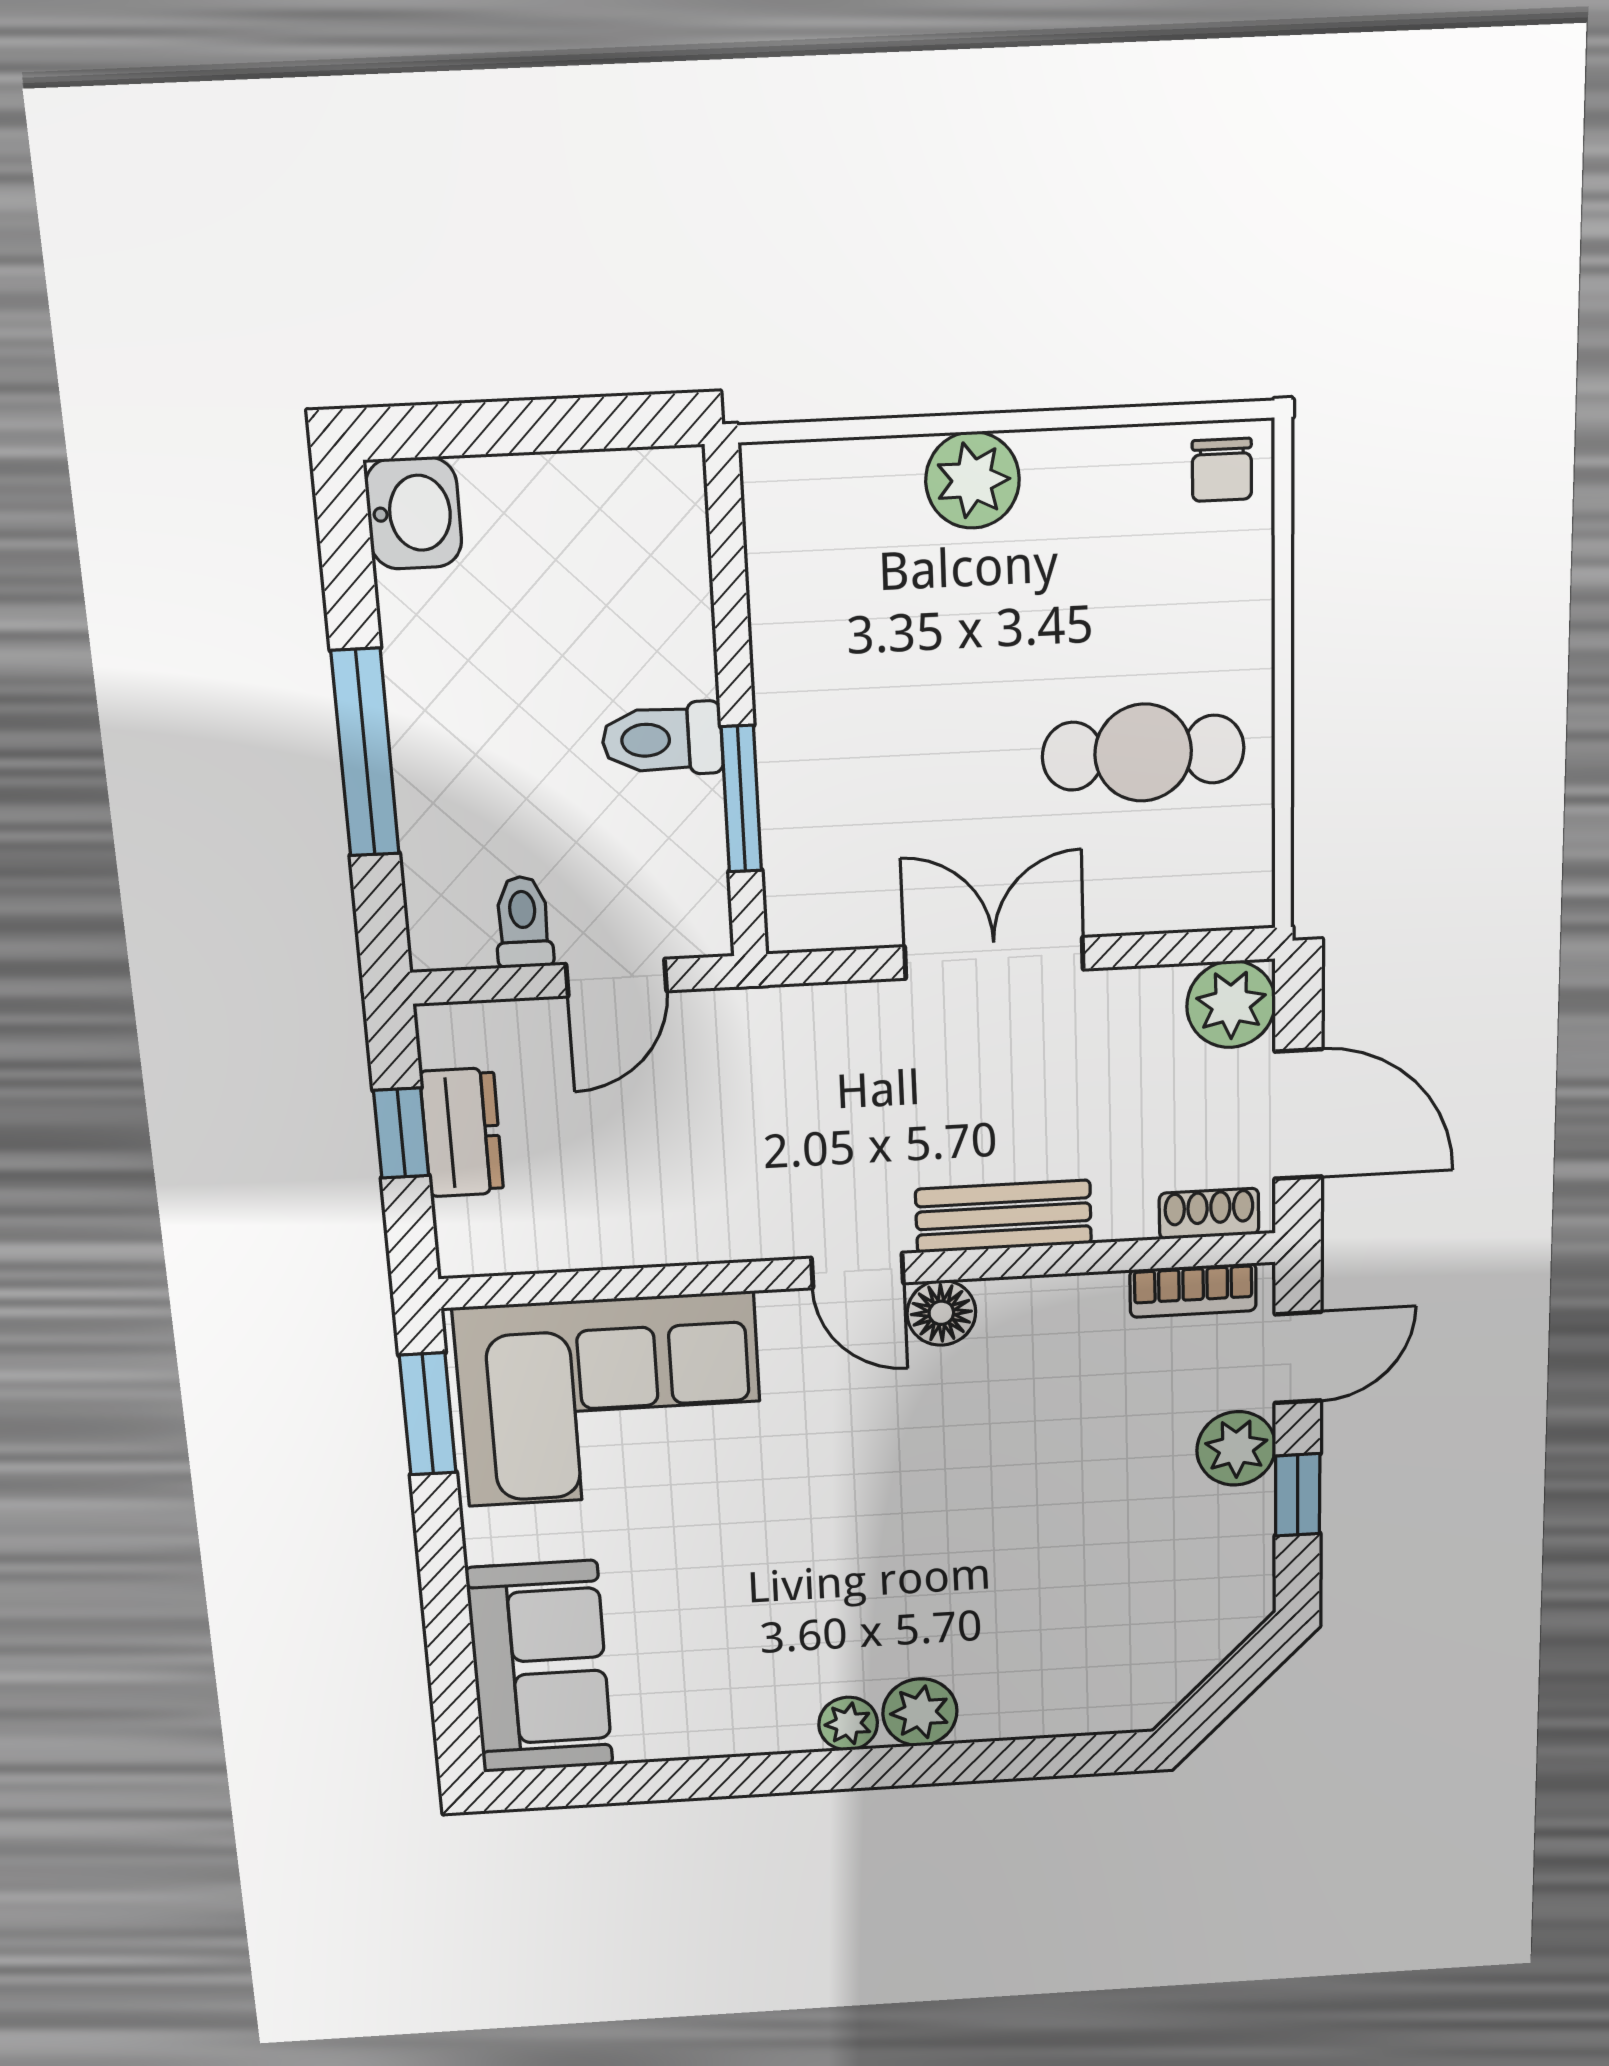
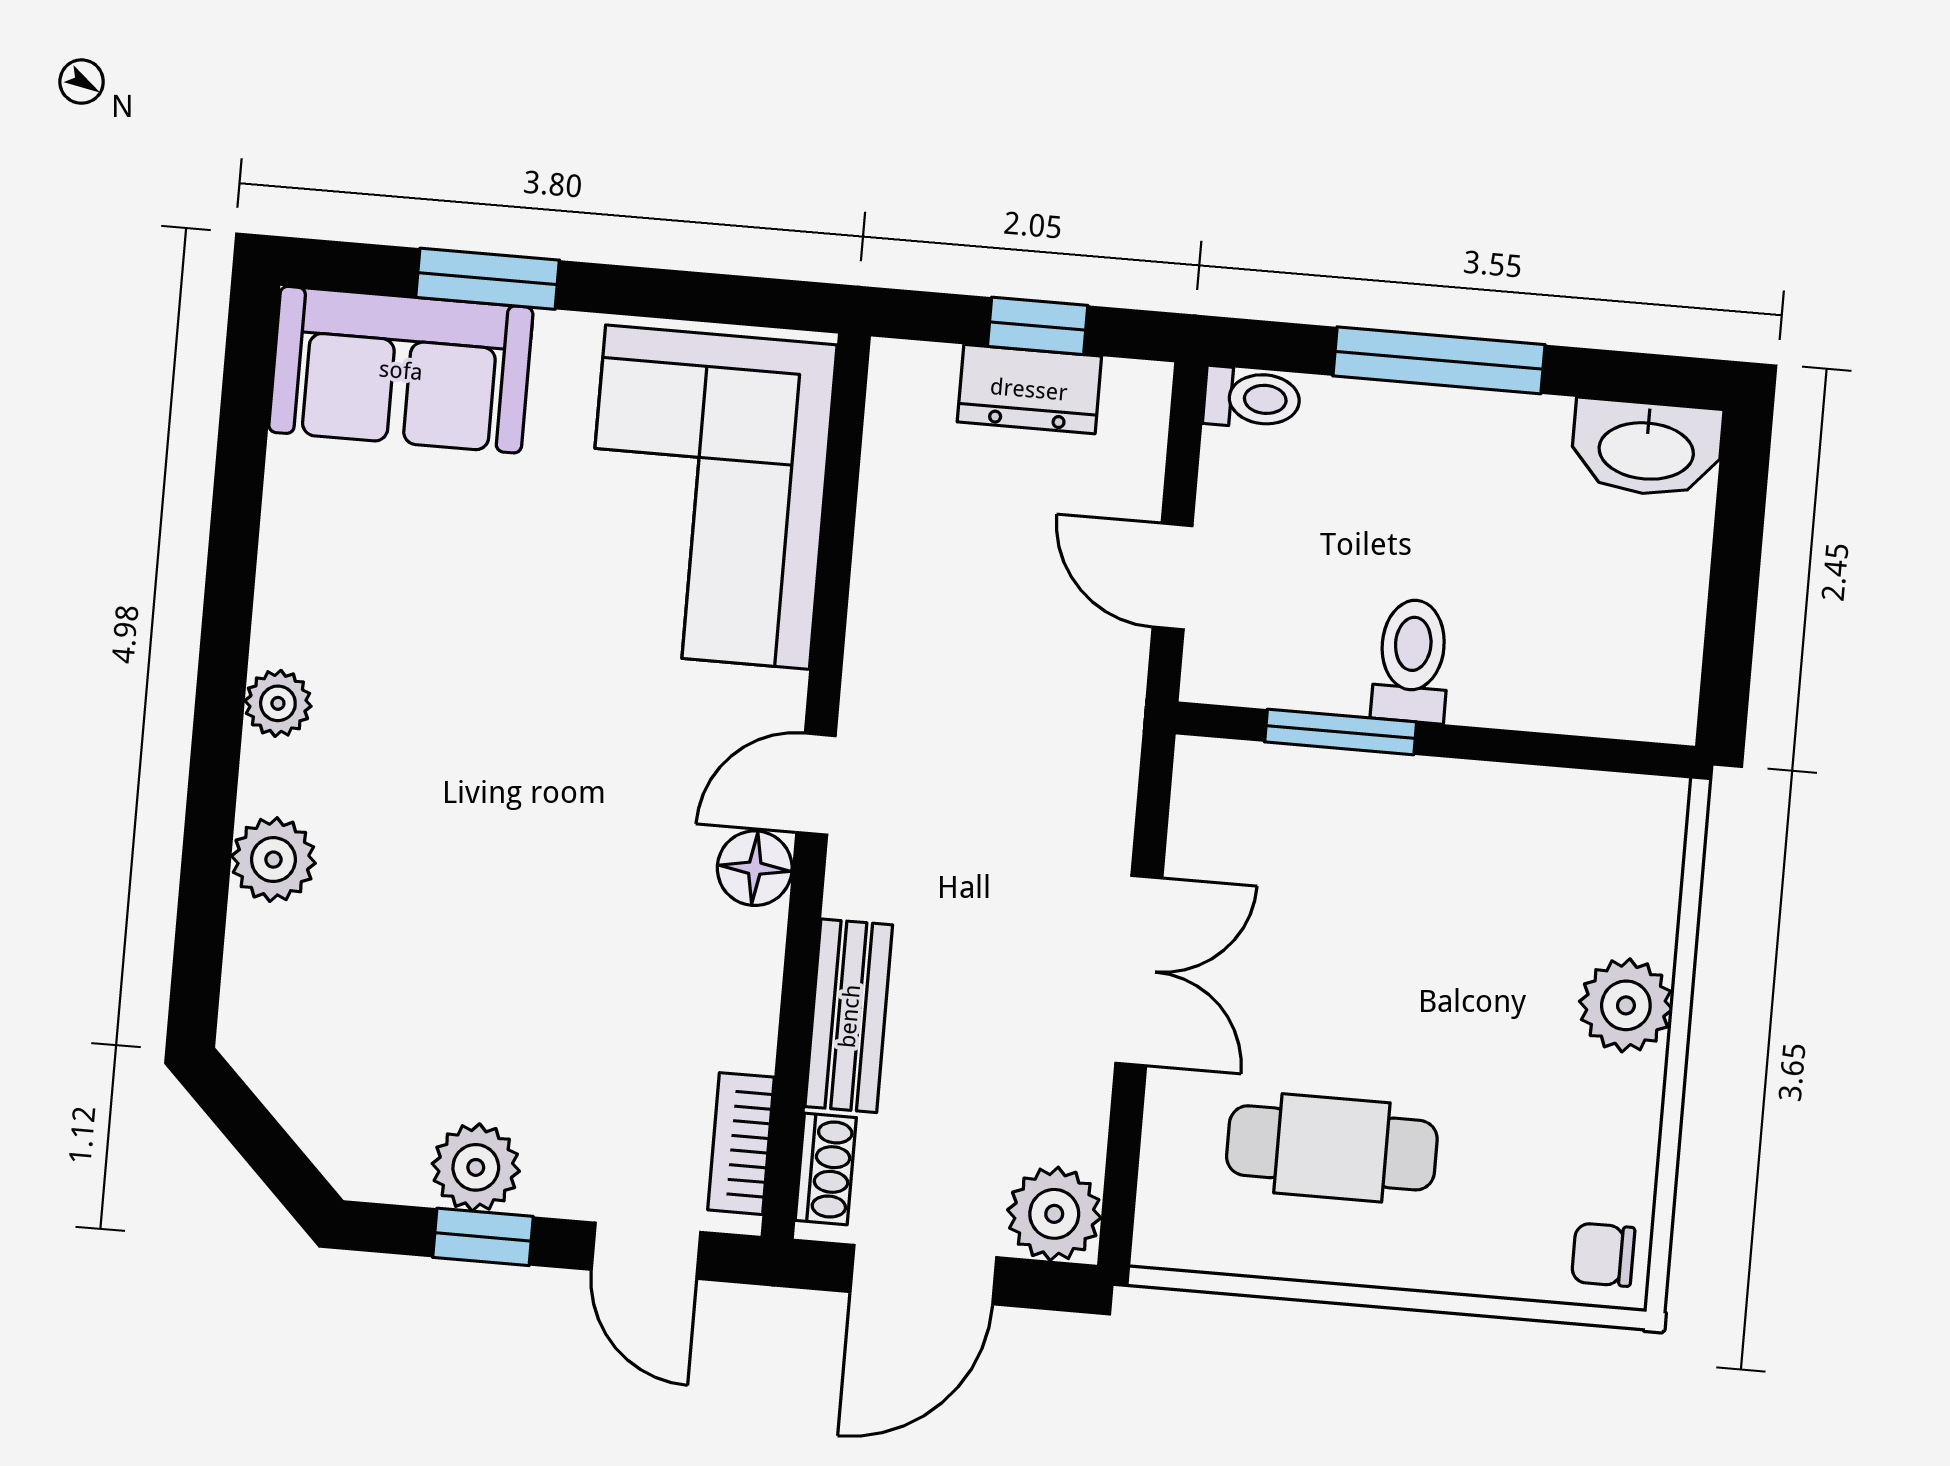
washbasin: (414, 513) -> (1646, 448), width x1.38
cafe table: (1143, 753) -> (1332, 1148), turned 90
toilet: (523, 922) -> (1252, 398), moved
bench: (1004, 1216) -> (849, 1016), moved
window: (428, 1414) -> (488, 279), moved
plant: (1236, 1448) -> (476, 1167), moved
plant: (920, 1712) -> (273, 860), moved

